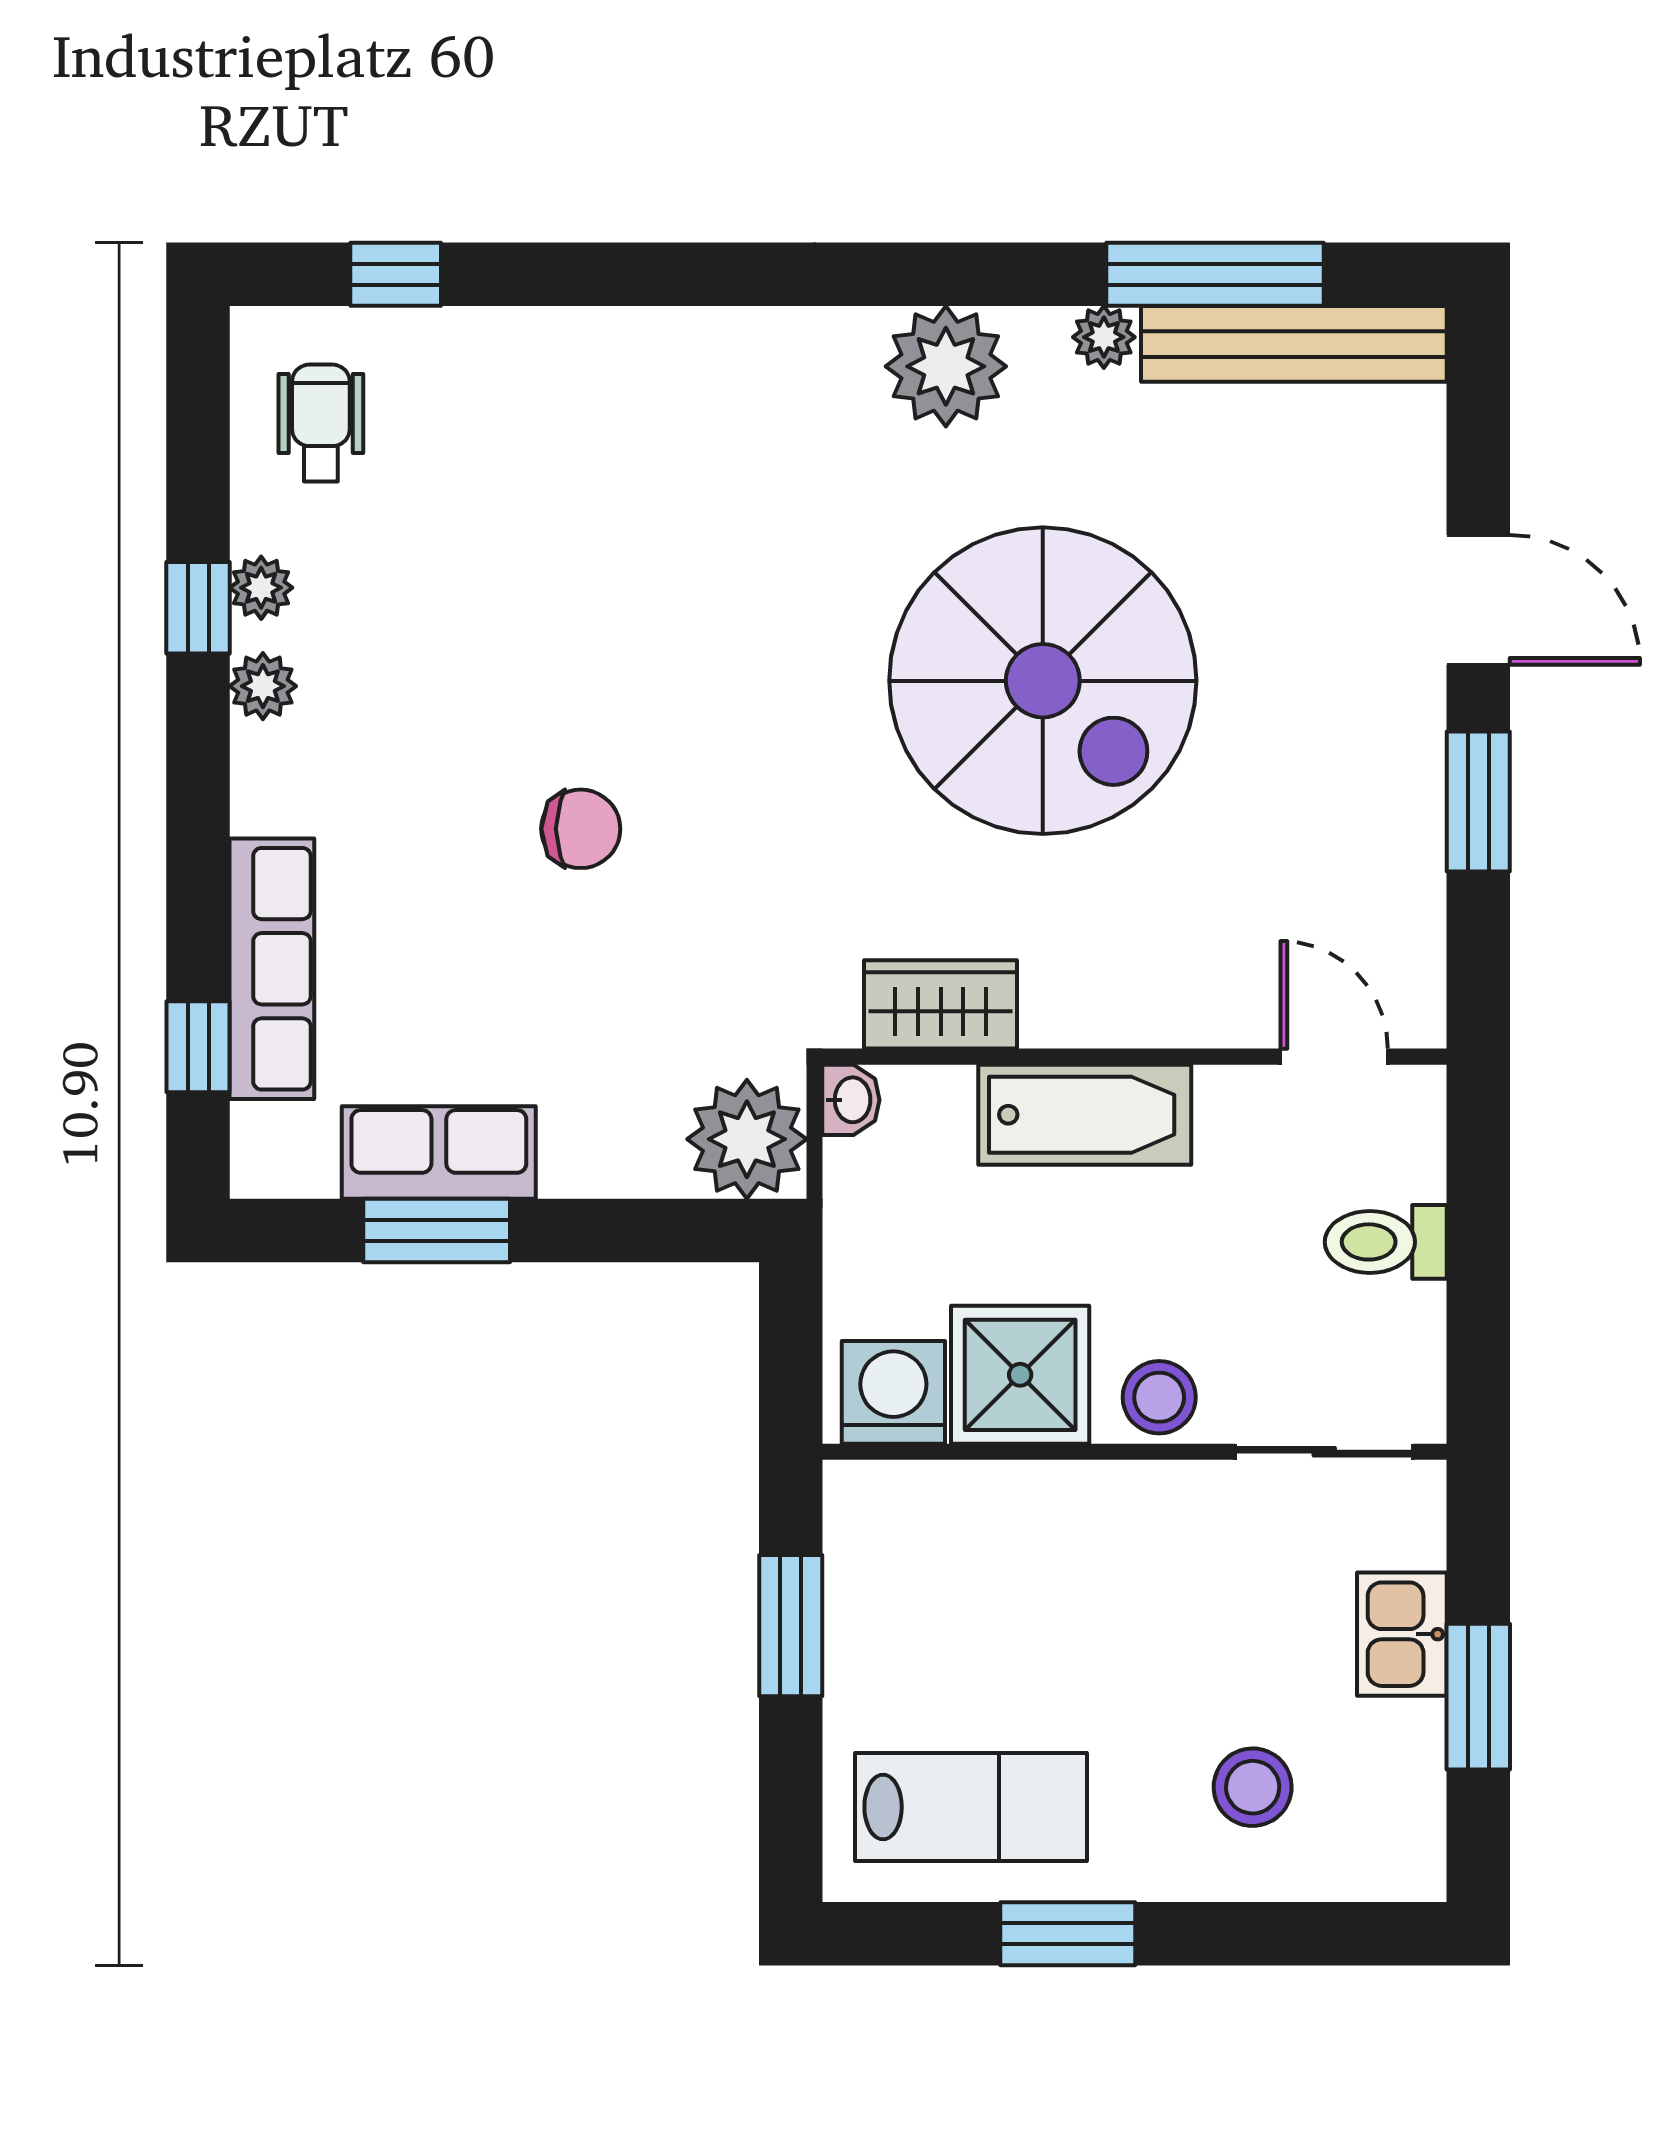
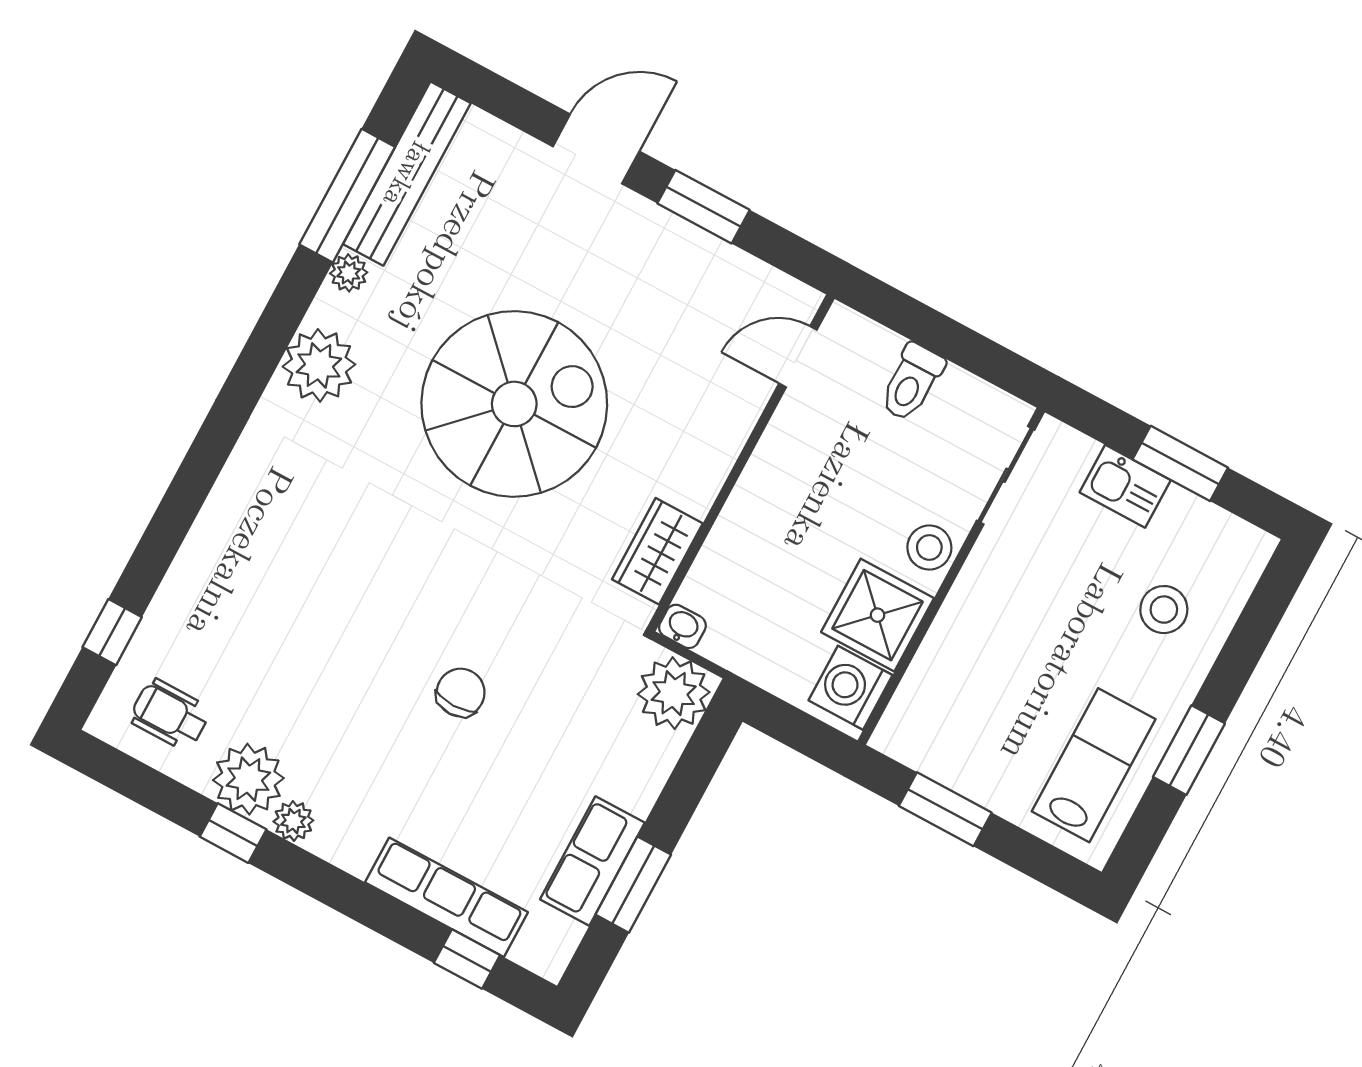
plant: (261, 588) -> (248, 779), width x1.88, depth x1.88
bathtub: (1085, 1115) -> (757, 506), removed

